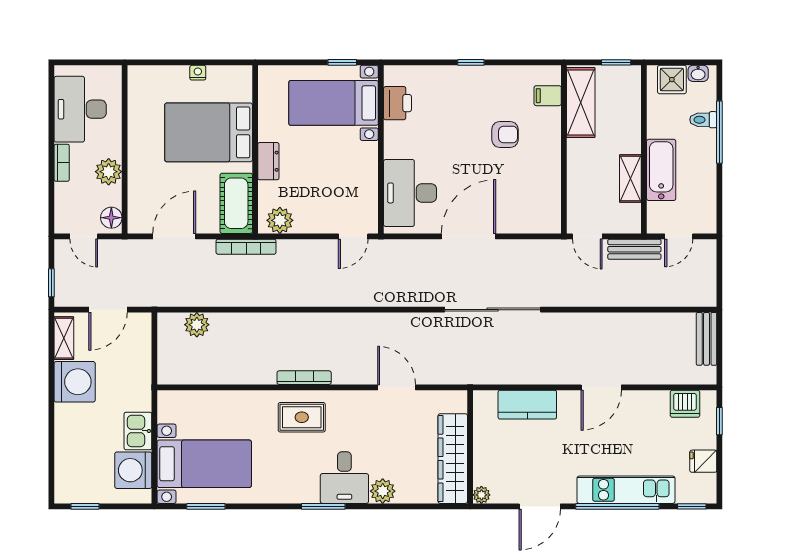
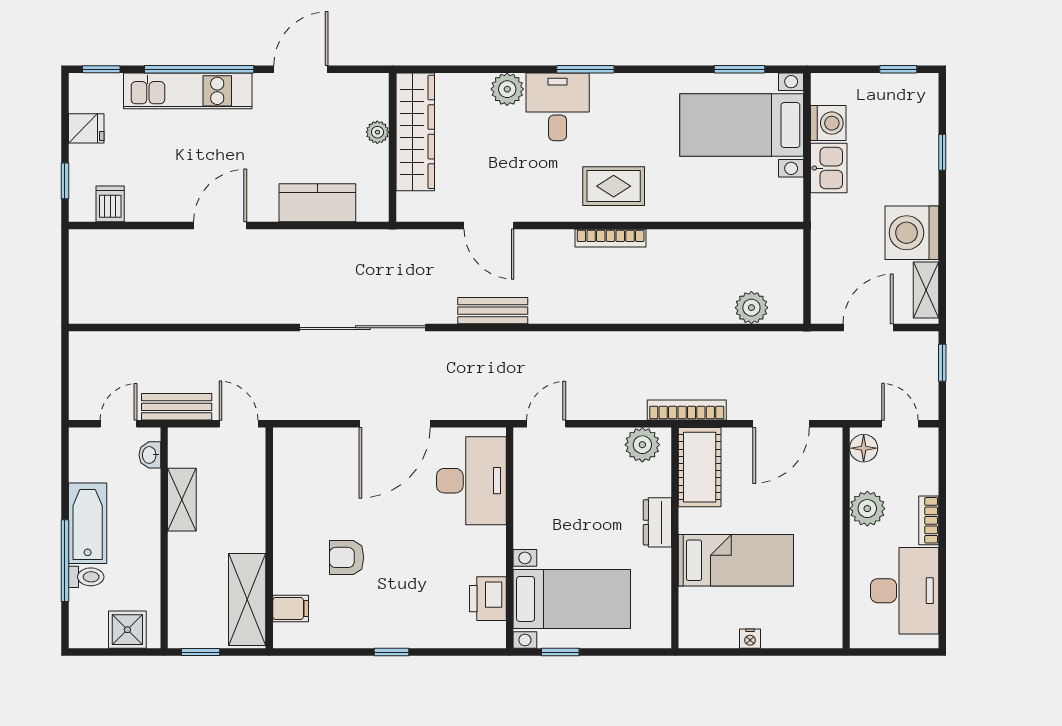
washbasin: (698, 73) -> (150, 455), moved, turned -90
bed: (209, 132) -> (736, 560), width x0.67
bathtub: (661, 170) -> (88, 523), moved, turned 180
bench: (707, 339) -> (493, 311), moved, turned 90
dishwasher: (685, 404) -> (110, 204), width x0.73
window: (51, 443) -> (942, 152), added
washing machine: (133, 470) -> (828, 123), width x0.73, depth x0.73
plant: (481, 495) -> (377, 132), moved

